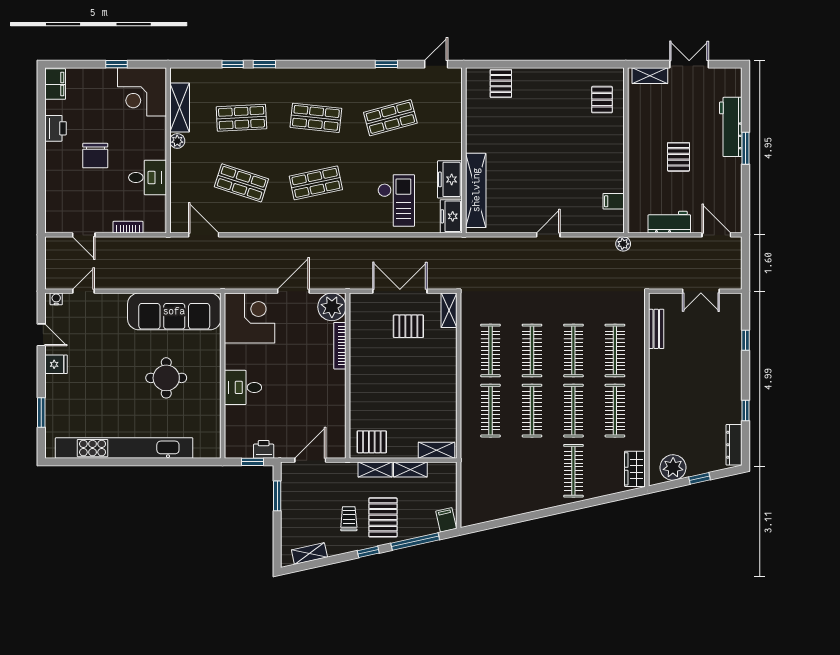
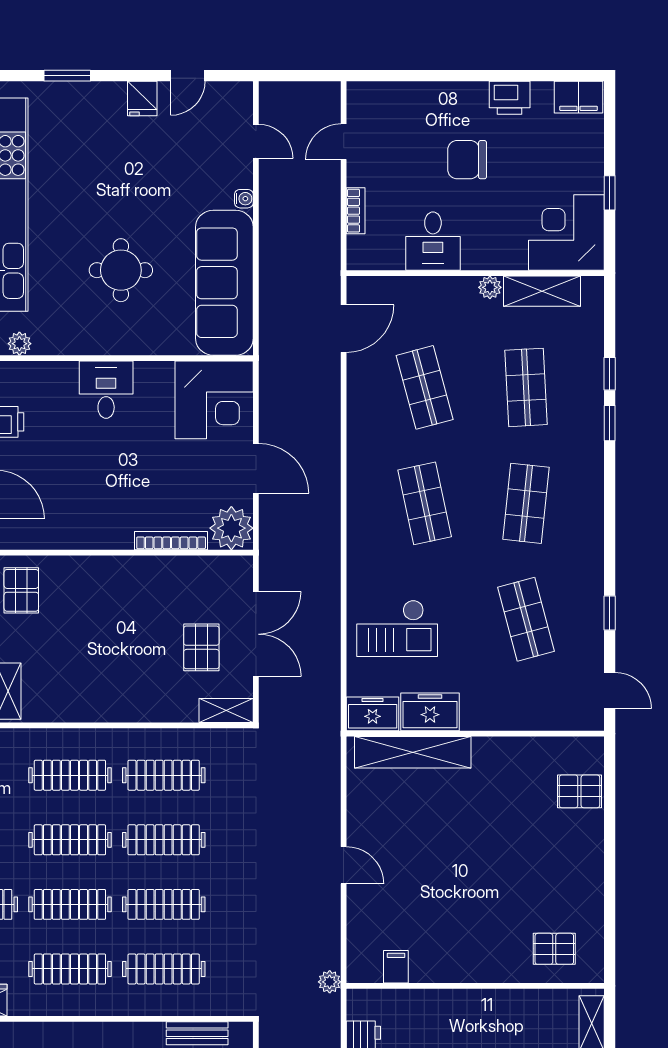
shop shelf: (241, 183) -> (425, 387), turned -33
water cooler: (56, 299) -> (244, 199), moved
plant: (213, 443) -> (19, 344), added

